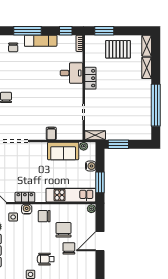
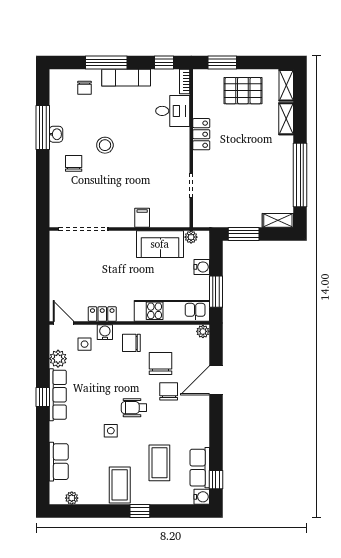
desk: (71, 73) -> (173, 111), moved
stool: (27, 85) -> (105, 145), added
shelving: (95, 135) -> (278, 220), moved

